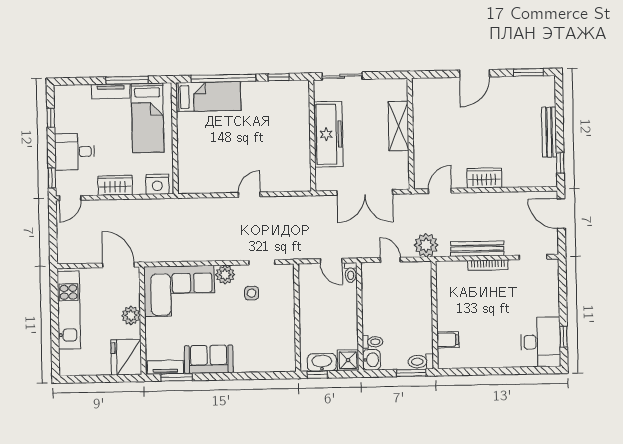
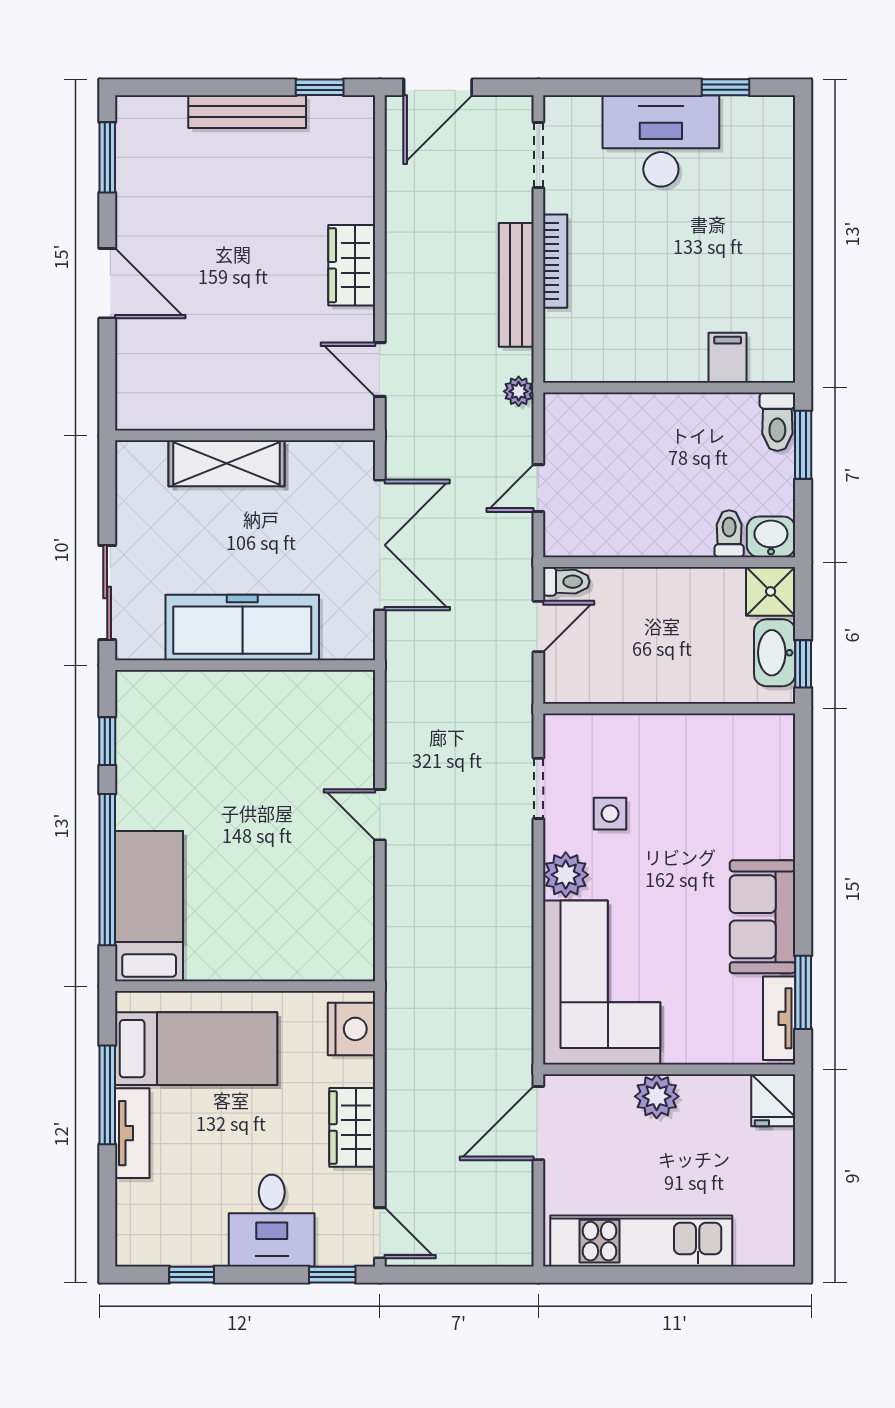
plant: (426, 245) -> (519, 391), width x0.53, depth x0.53
desk: (541, 342) -> (661, 141), moved
fridge: (126, 357) -> (773, 1100), width x0.53, depth x0.75

